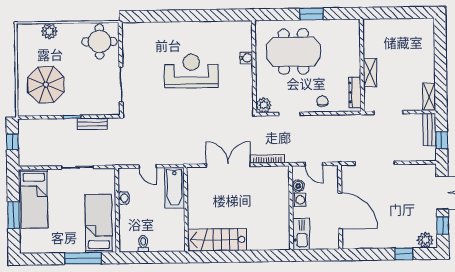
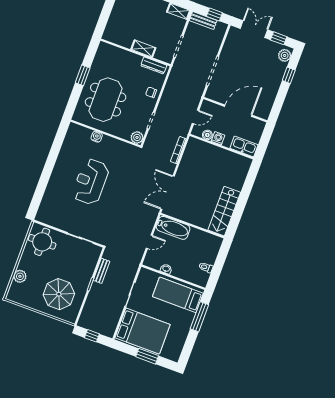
double door: (228, 165) -> (167, 193), moved
bed: (34, 199) -> (143, 331), width x1.50

